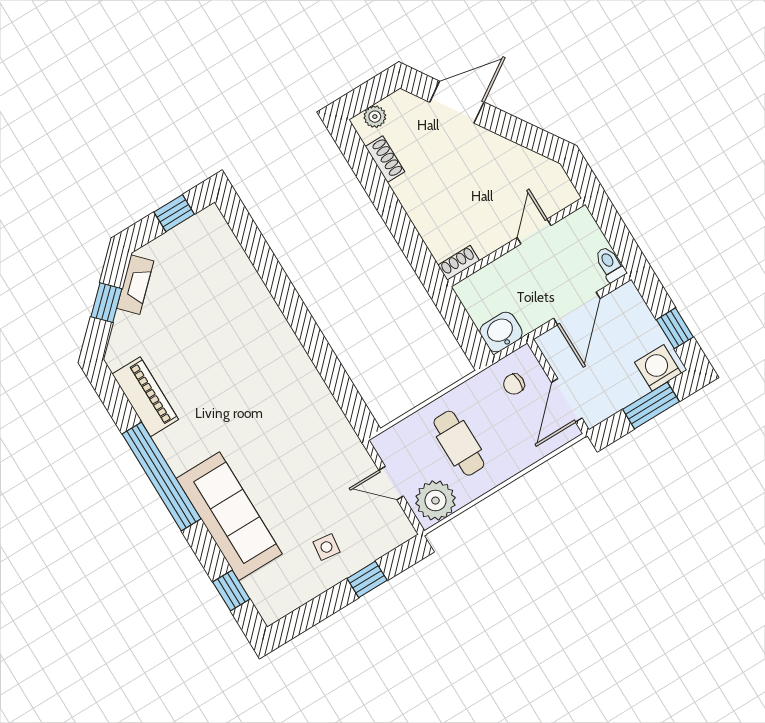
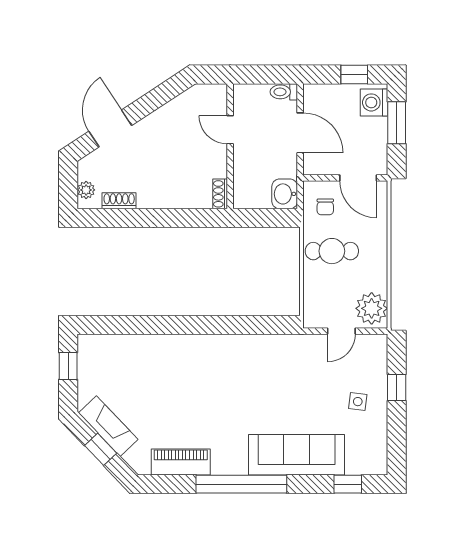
fireplace: (135, 285) -> (108, 426), width x1.37, depth x1.32
cafe table: (459, 443) -> (332, 251), moved

